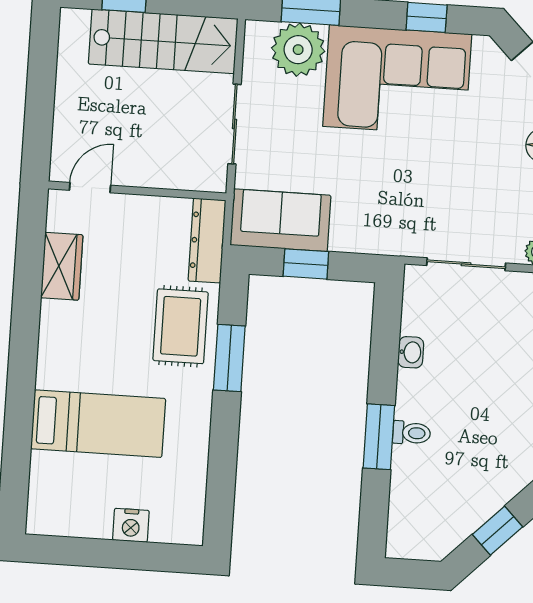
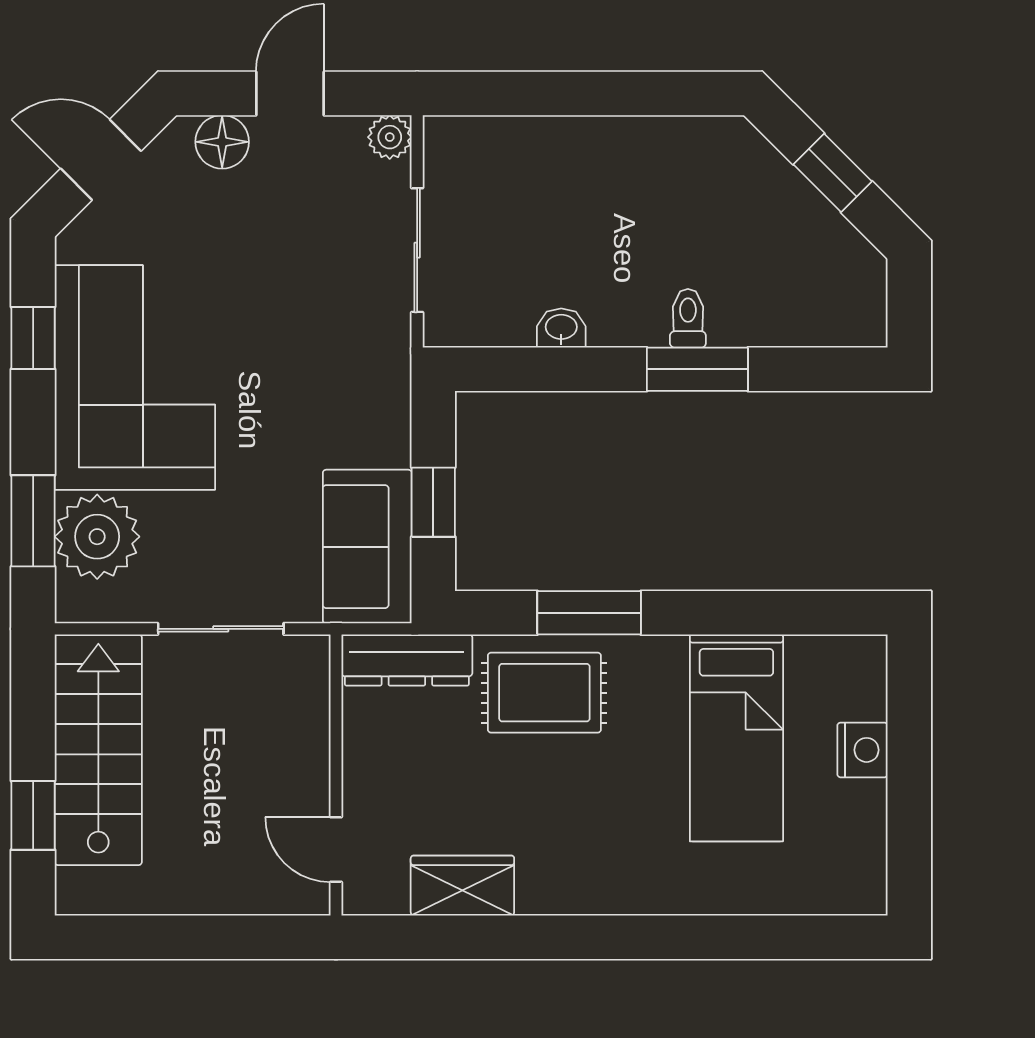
bed: (98, 424) -> (736, 738), moved, turned 180

